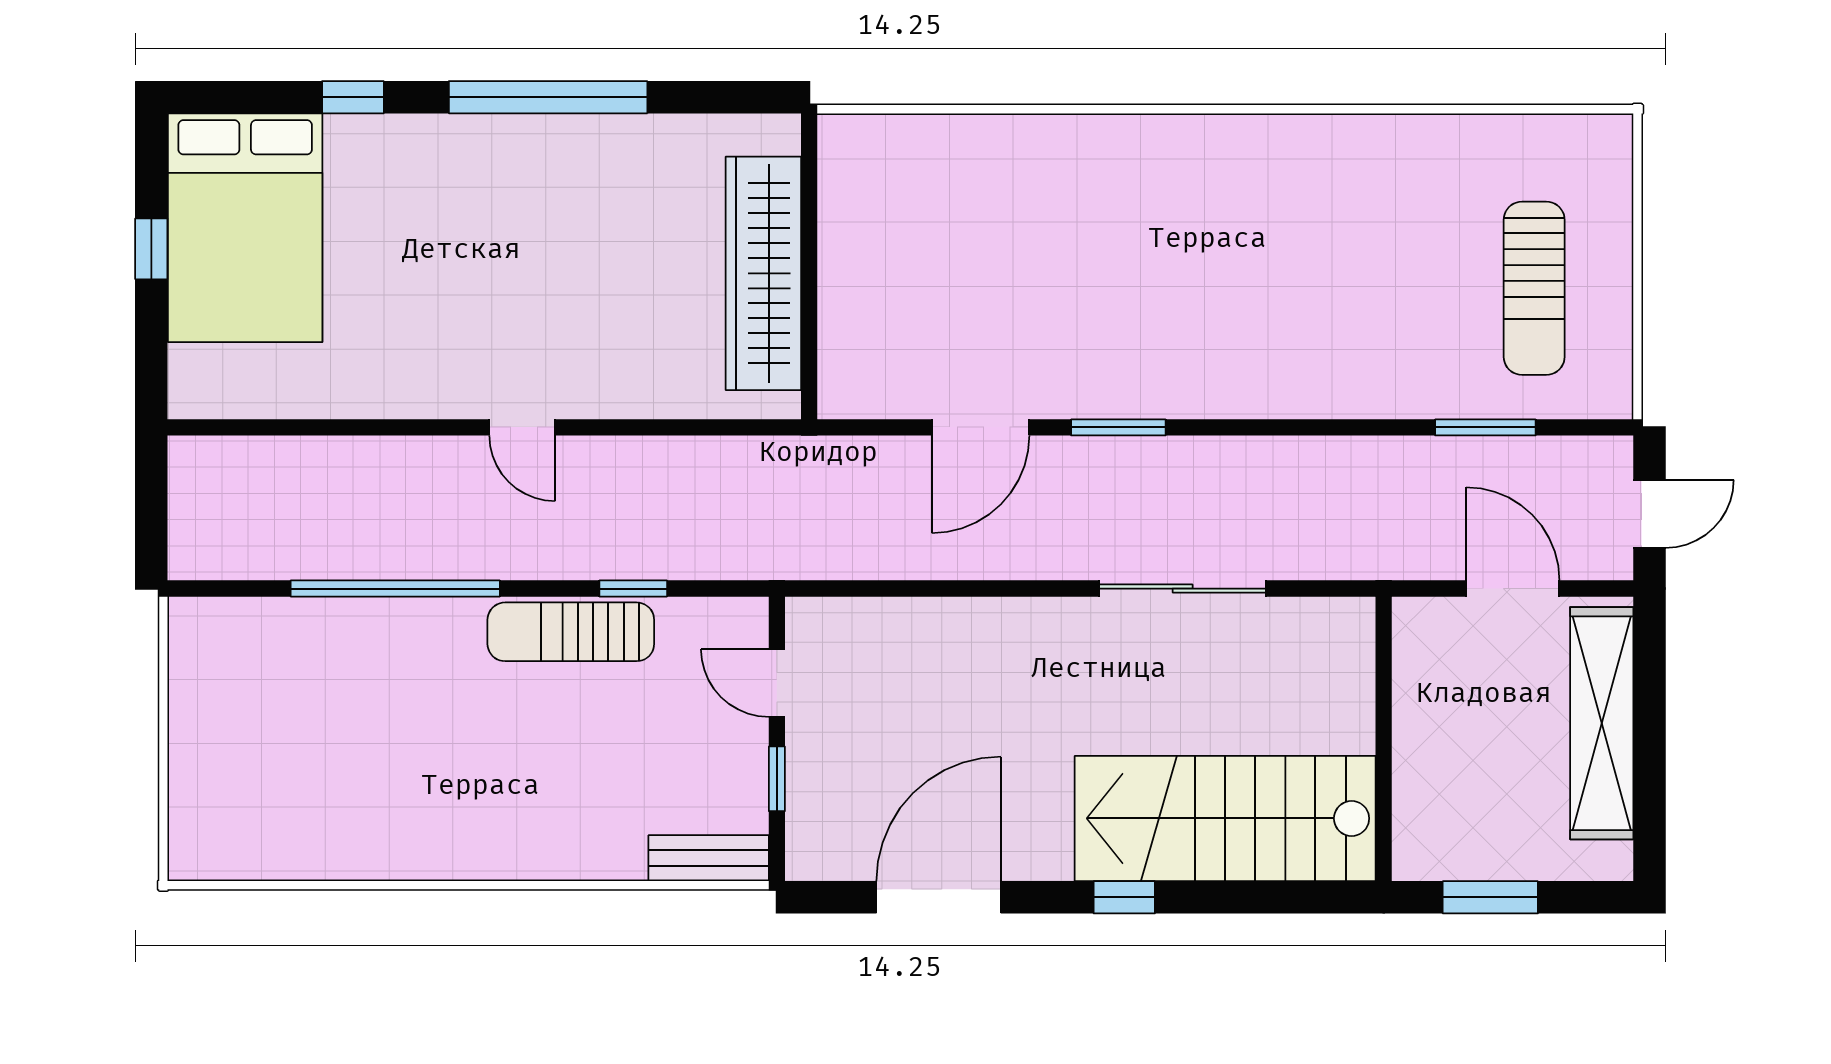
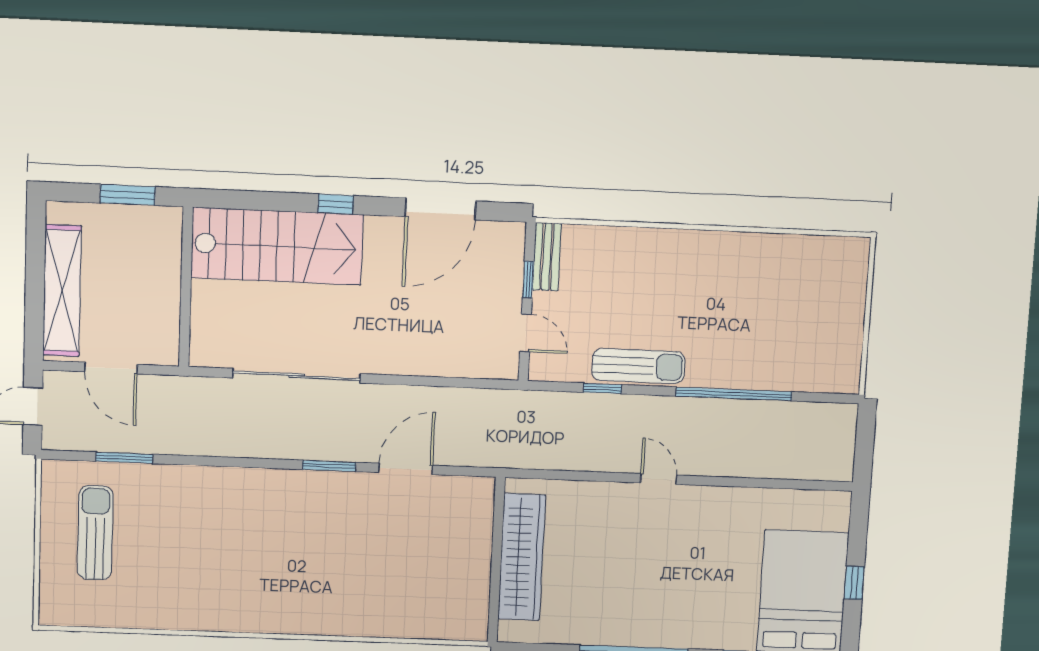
sliding door: (1183, 589) -> (297, 376), width x1.36
bench: (709, 858) -> (547, 257), moved, turned 90

